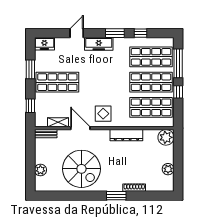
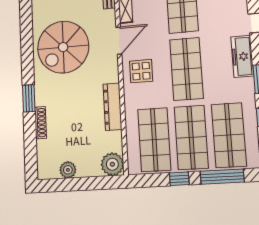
shop shelf: (104, 82) -> (186, 69), added

